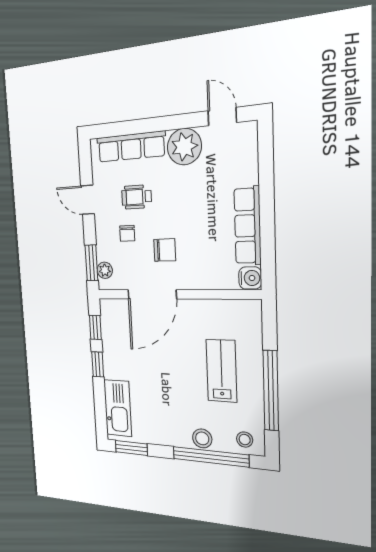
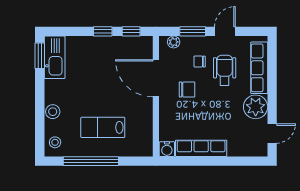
wheelchair: (137, 197) -> (225, 70), width x1.36, depth x1.37
chair: (165, 250) -> (187, 90), turned -90
window: (91, 263) -> (193, 31), moved
lab bench: (221, 371) -> (103, 127), turned 180
kitchen sink: (118, 408) -> (55, 57), moved, turned -90
window: (210, 457) -> (40, 117), removed

